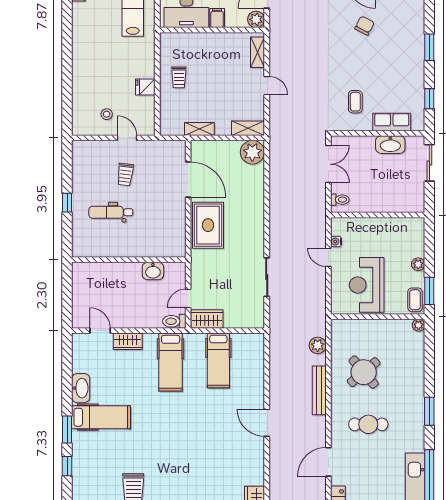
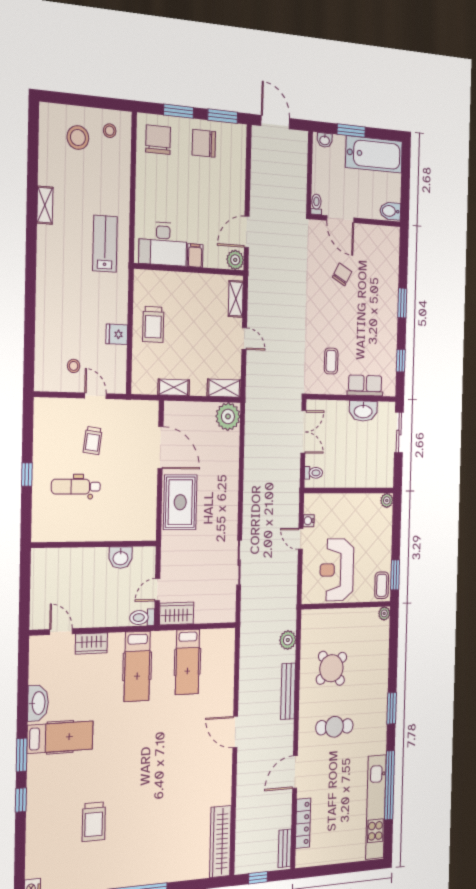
trolley: (179, 77) -> (153, 324), width x1.36, depth x1.39
plant: (418, 264) -> (387, 500), moved

